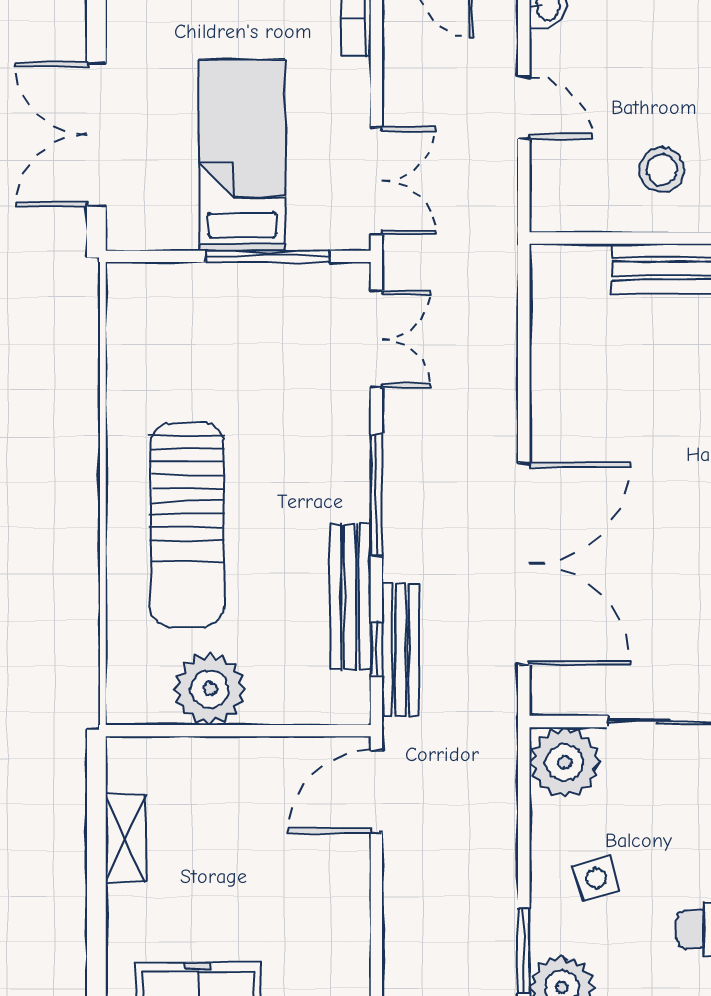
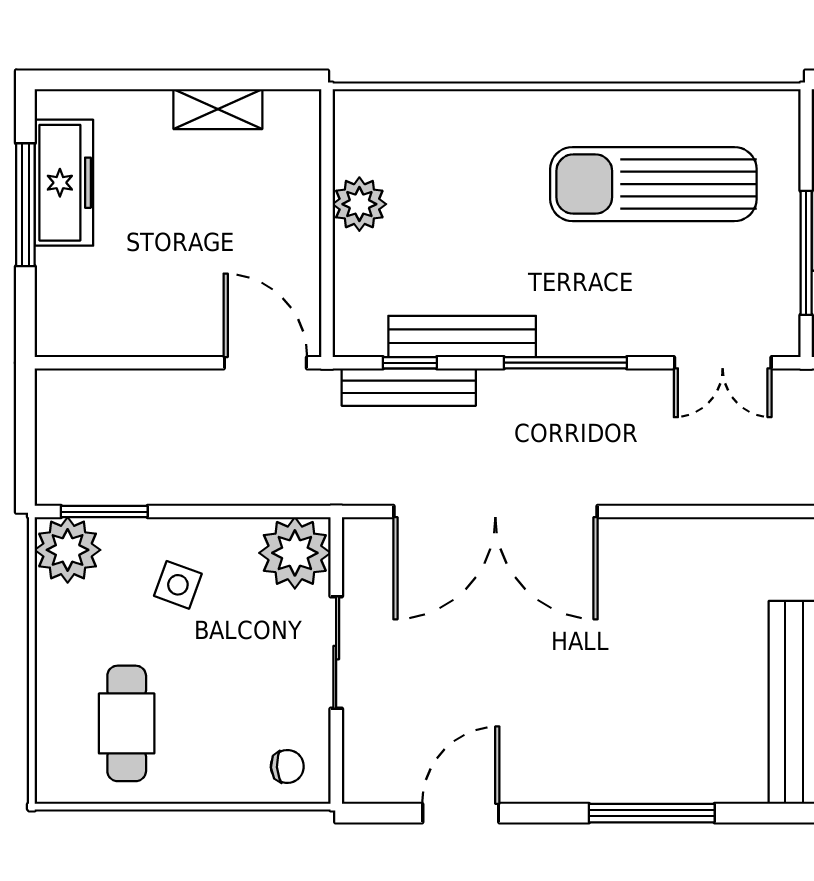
sun lounger: (187, 525) -> (653, 184), moved
plant: (210, 689) -> (359, 204), width x0.73, depth x0.73
side table: (596, 878) -> (178, 585), turned 37

